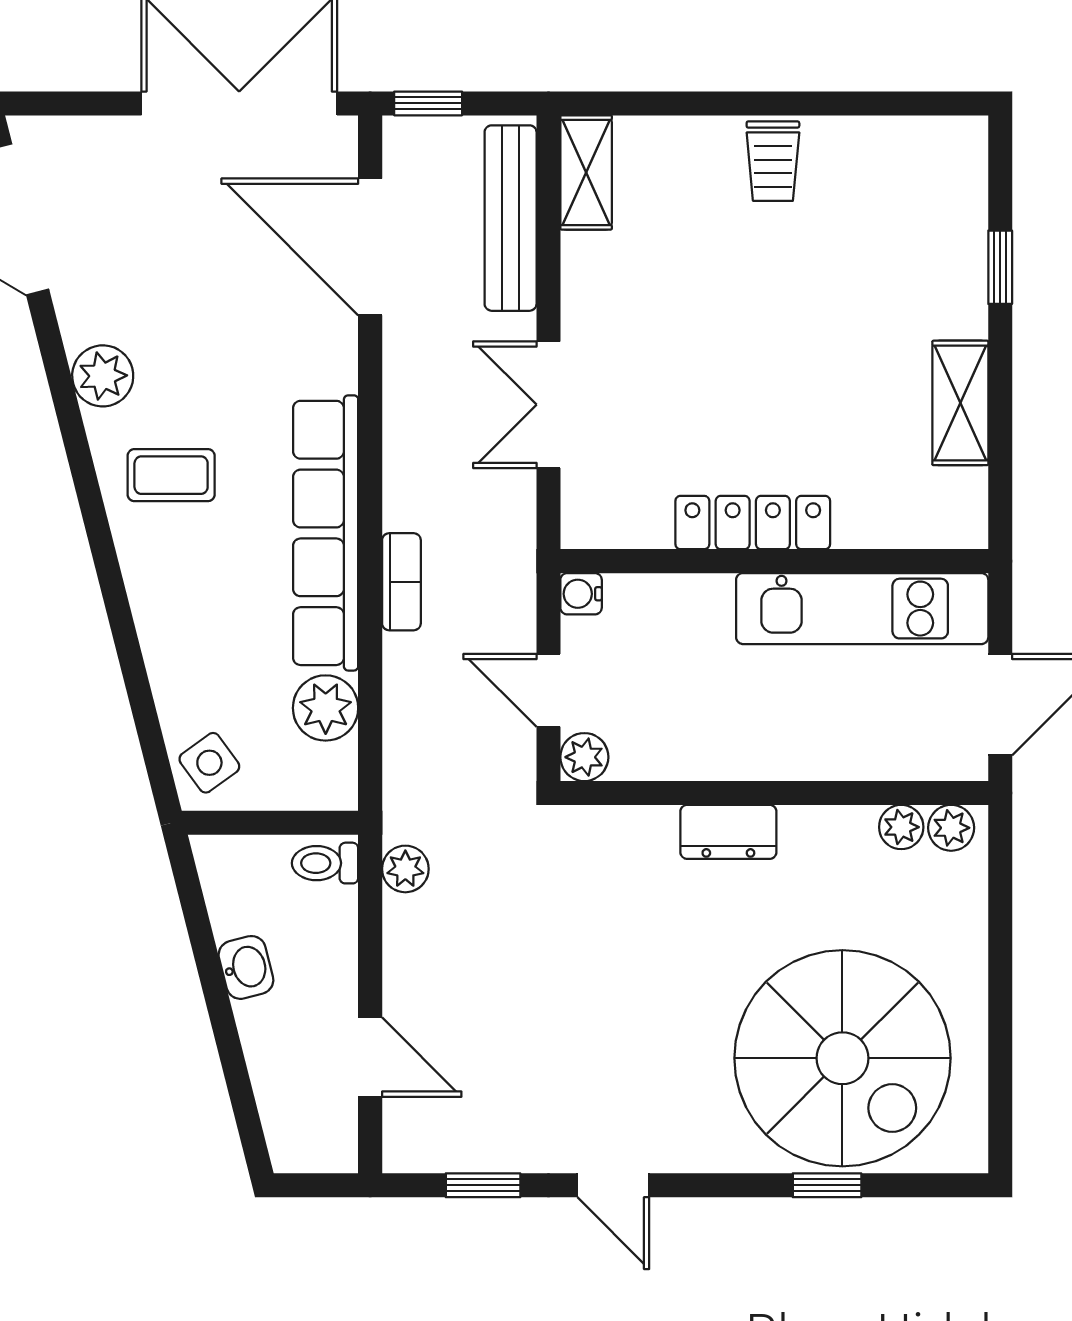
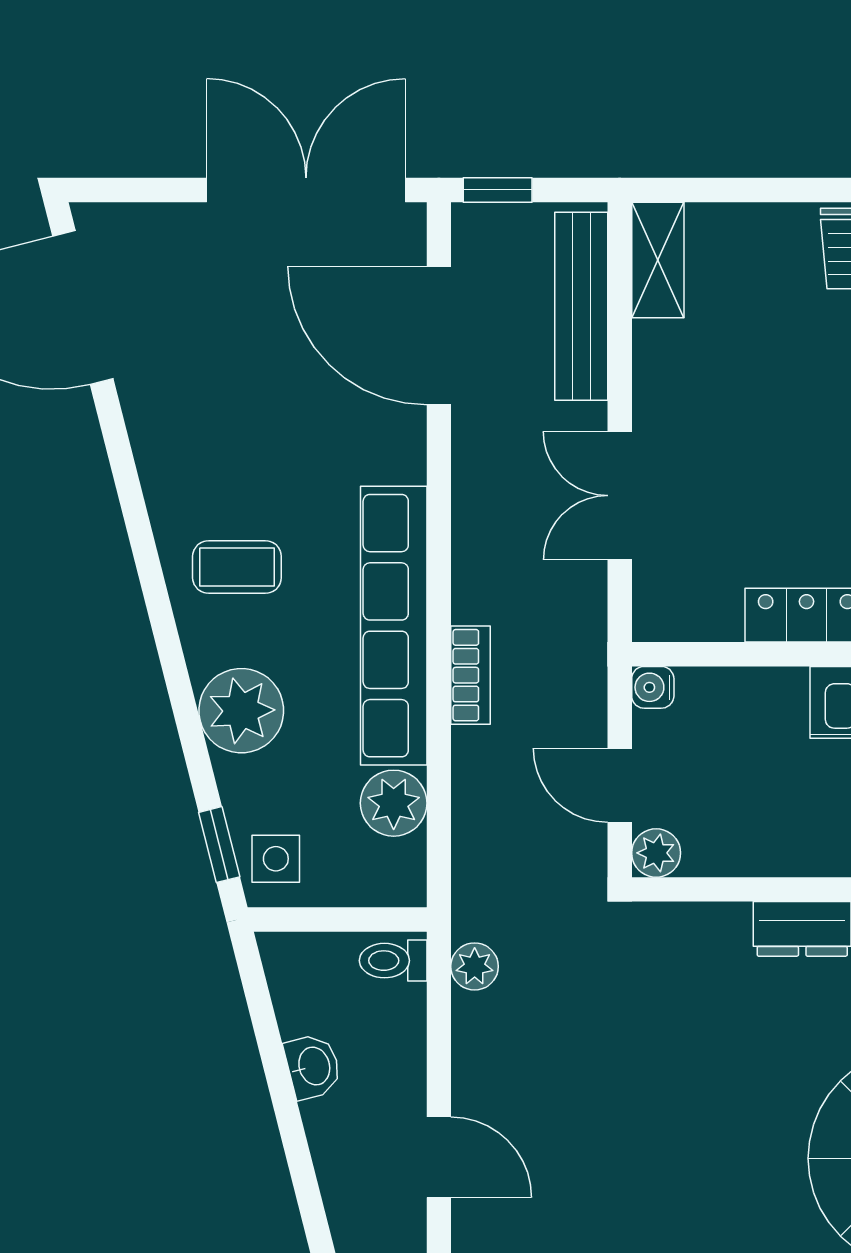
plant: (103, 376) -> (241, 711), moved, width x1.36, depth x1.36
window: (154, 749) -> (219, 845), added
side table: (209, 763) -> (276, 859), turned 36

